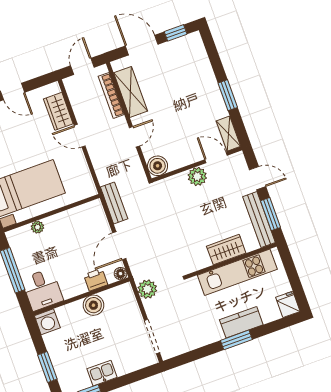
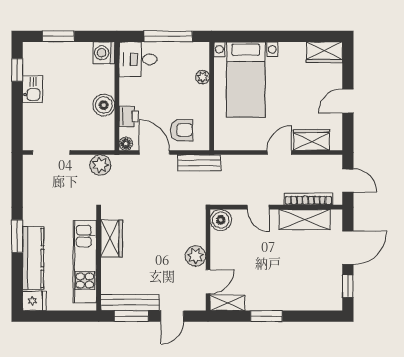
armchair: (91, 229) -> (182, 130), added
wardrobe: (226, 250) -> (112, 238), moved
kitchen counter: (241, 322) -> (33, 258), width x1.50

